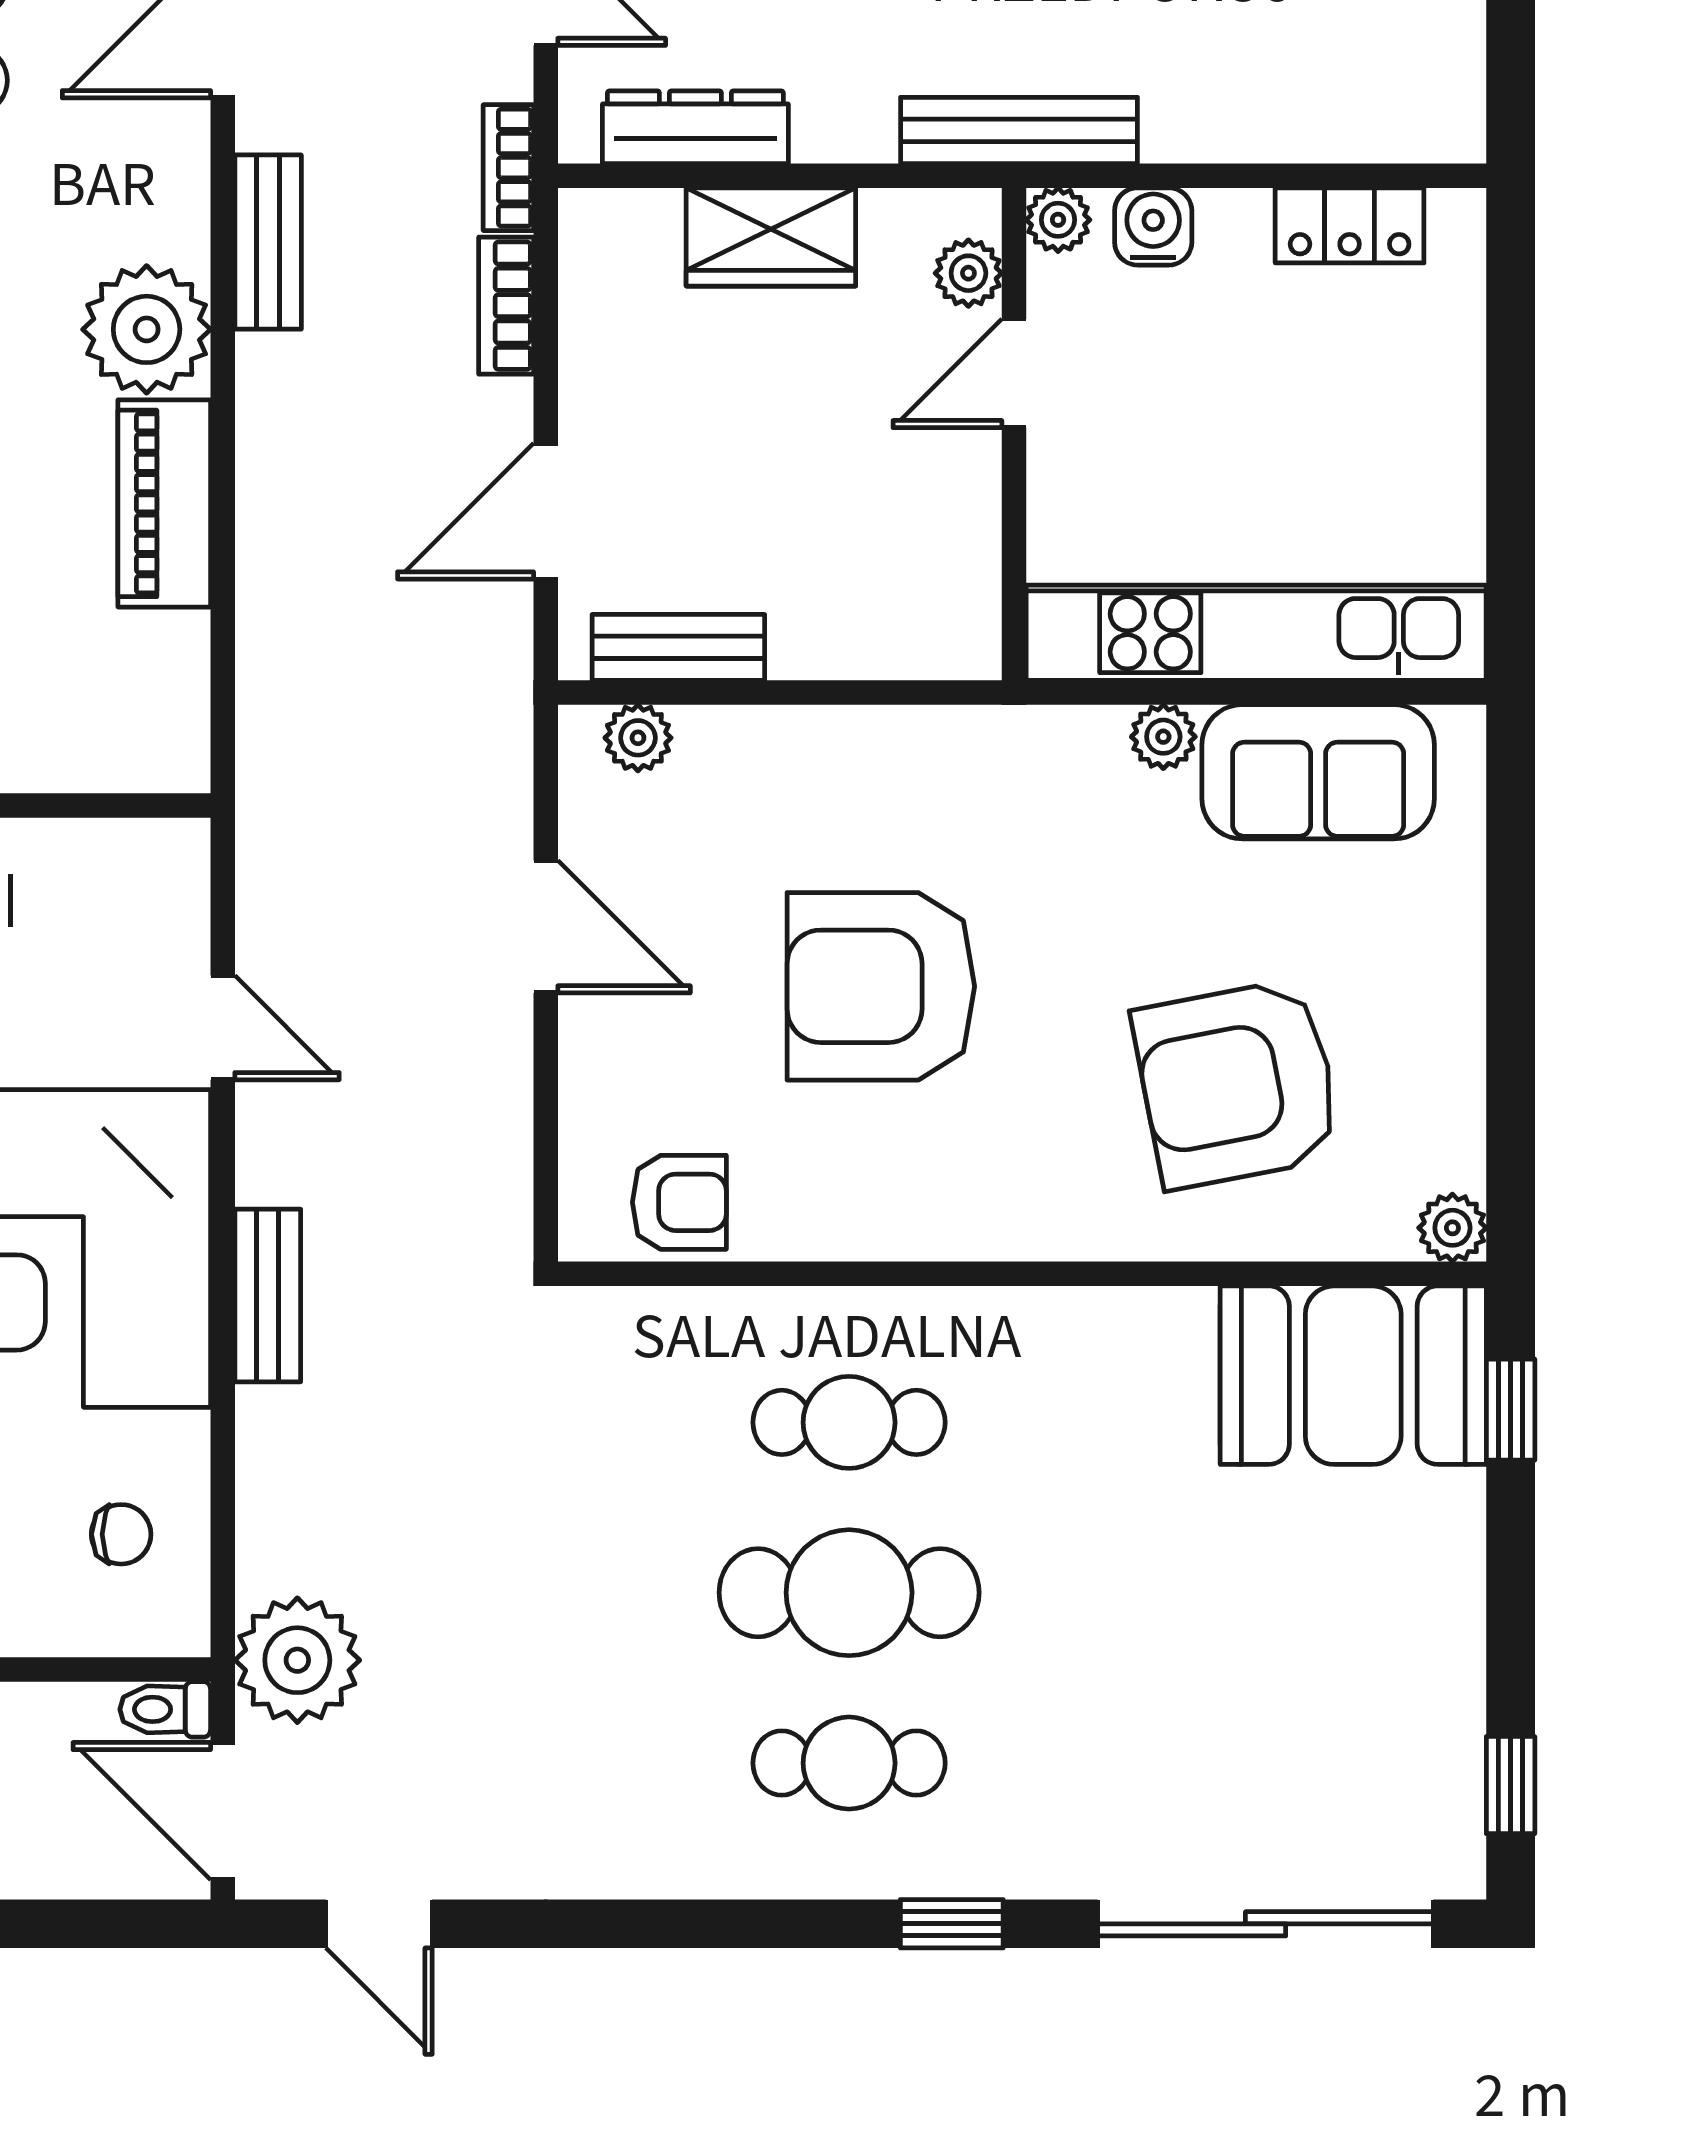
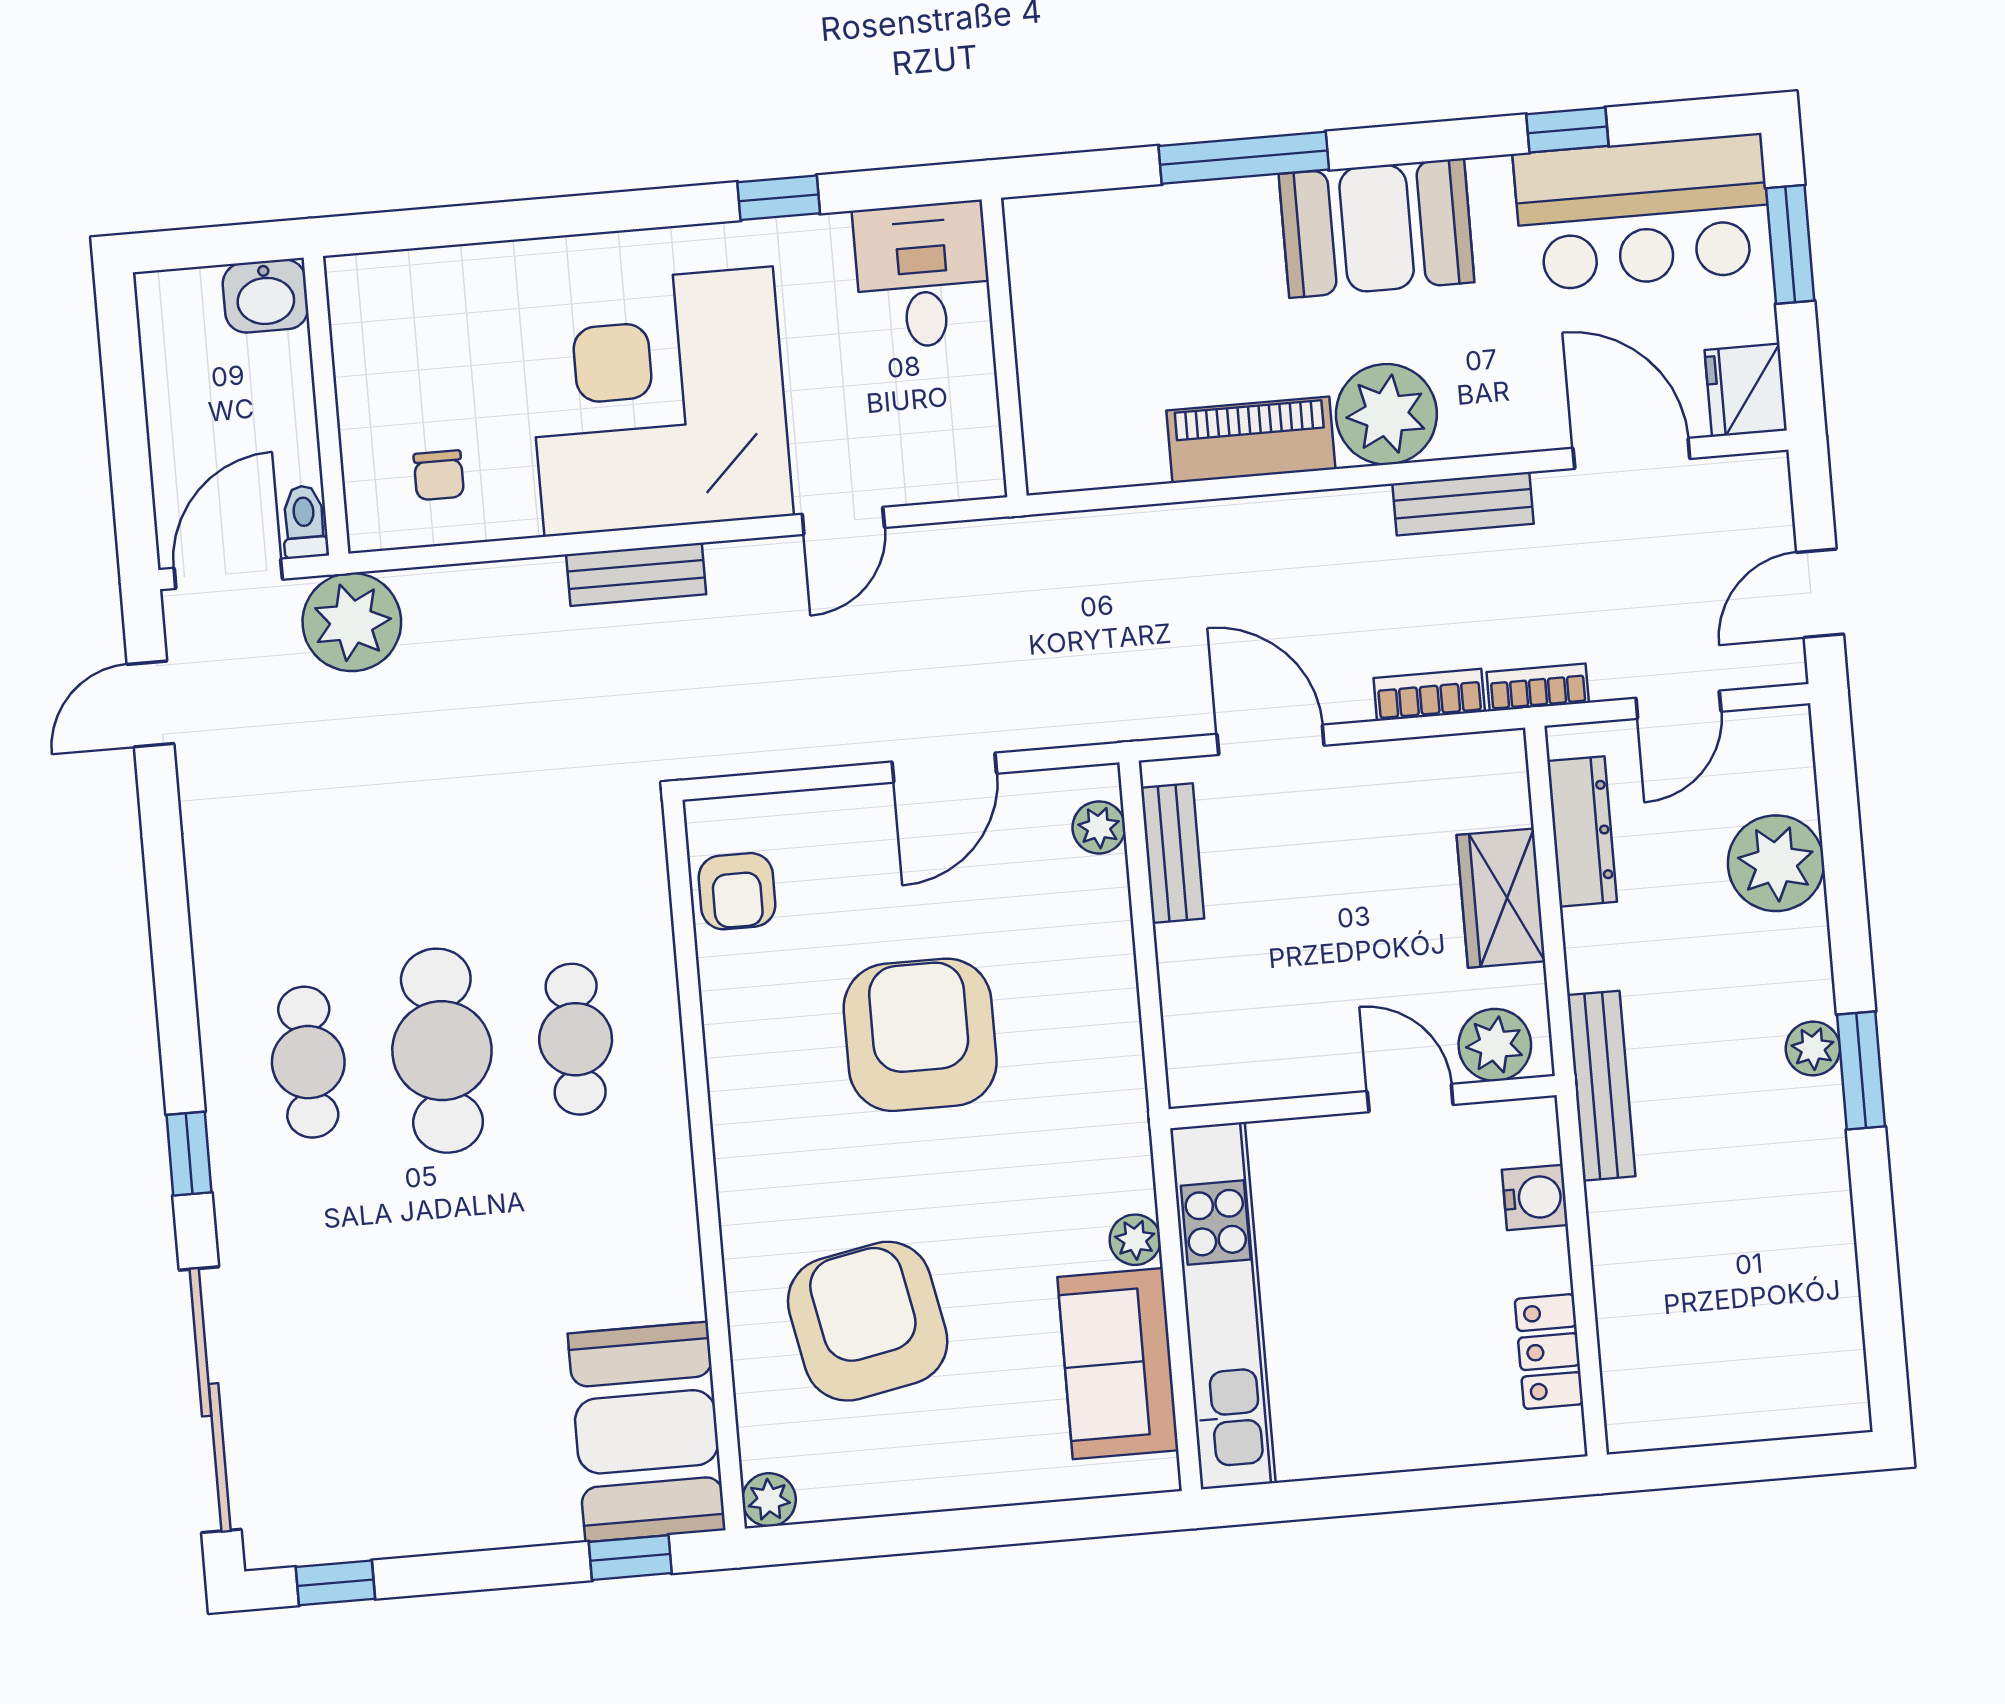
plant: (1058, 220) -> (1534, 1122), removed
plant: (968, 273) -> (1495, 1045), width x1.38, depth x1.38

